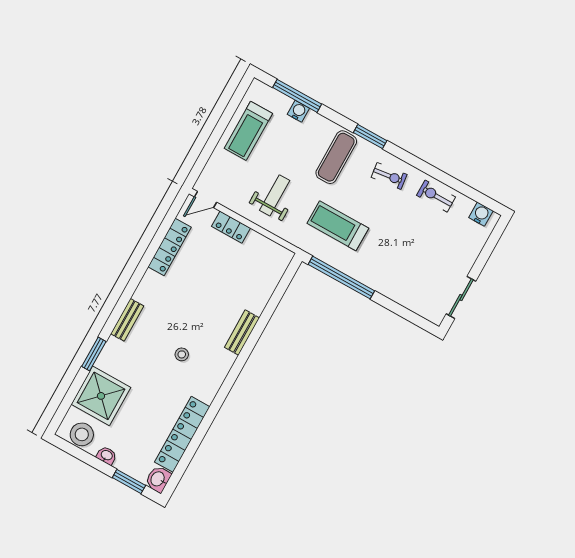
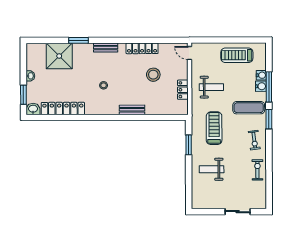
window: (297, 96) -> (269, 87), moved
water cooler: (481, 214) -> (261, 86), moved
locker: (231, 227) -> (183, 90), moved
locker: (170, 247) -> (142, 48), moved
weight bench: (397, 264) -> (212, 169), added
window: (341, 278) -> (189, 145), width x0.47
sliding door: (461, 298) -> (238, 212), moved
stool: (82, 434) -> (153, 75), moved

